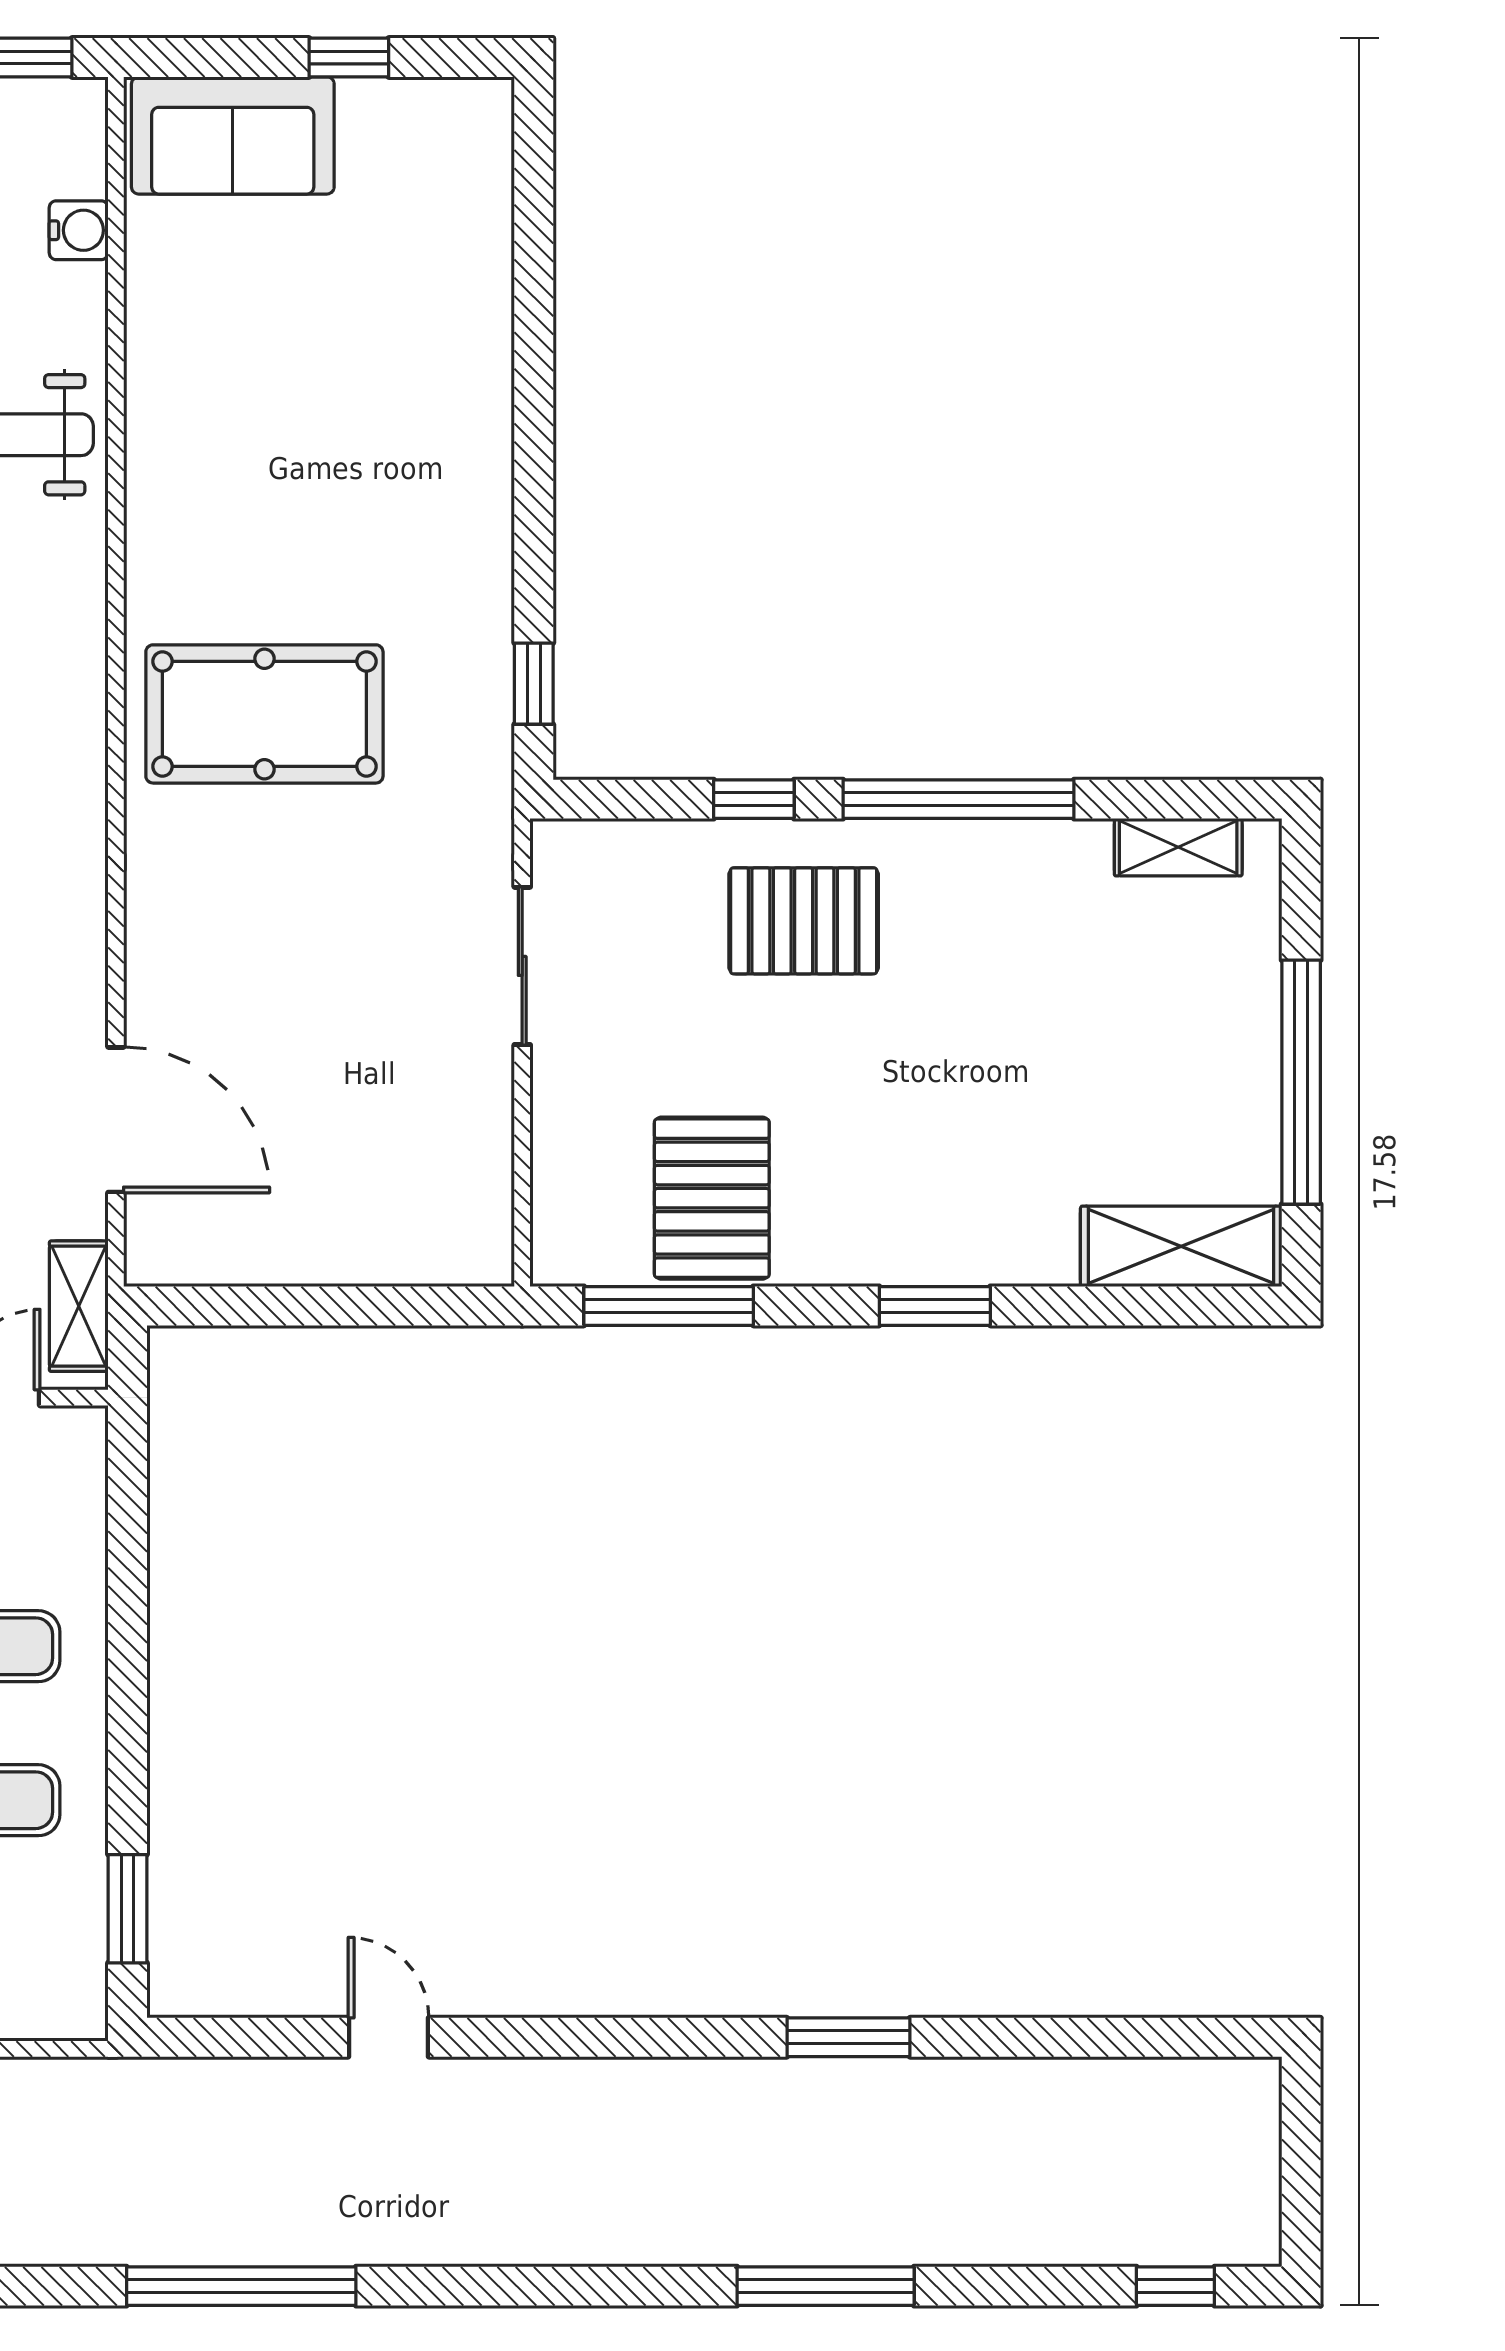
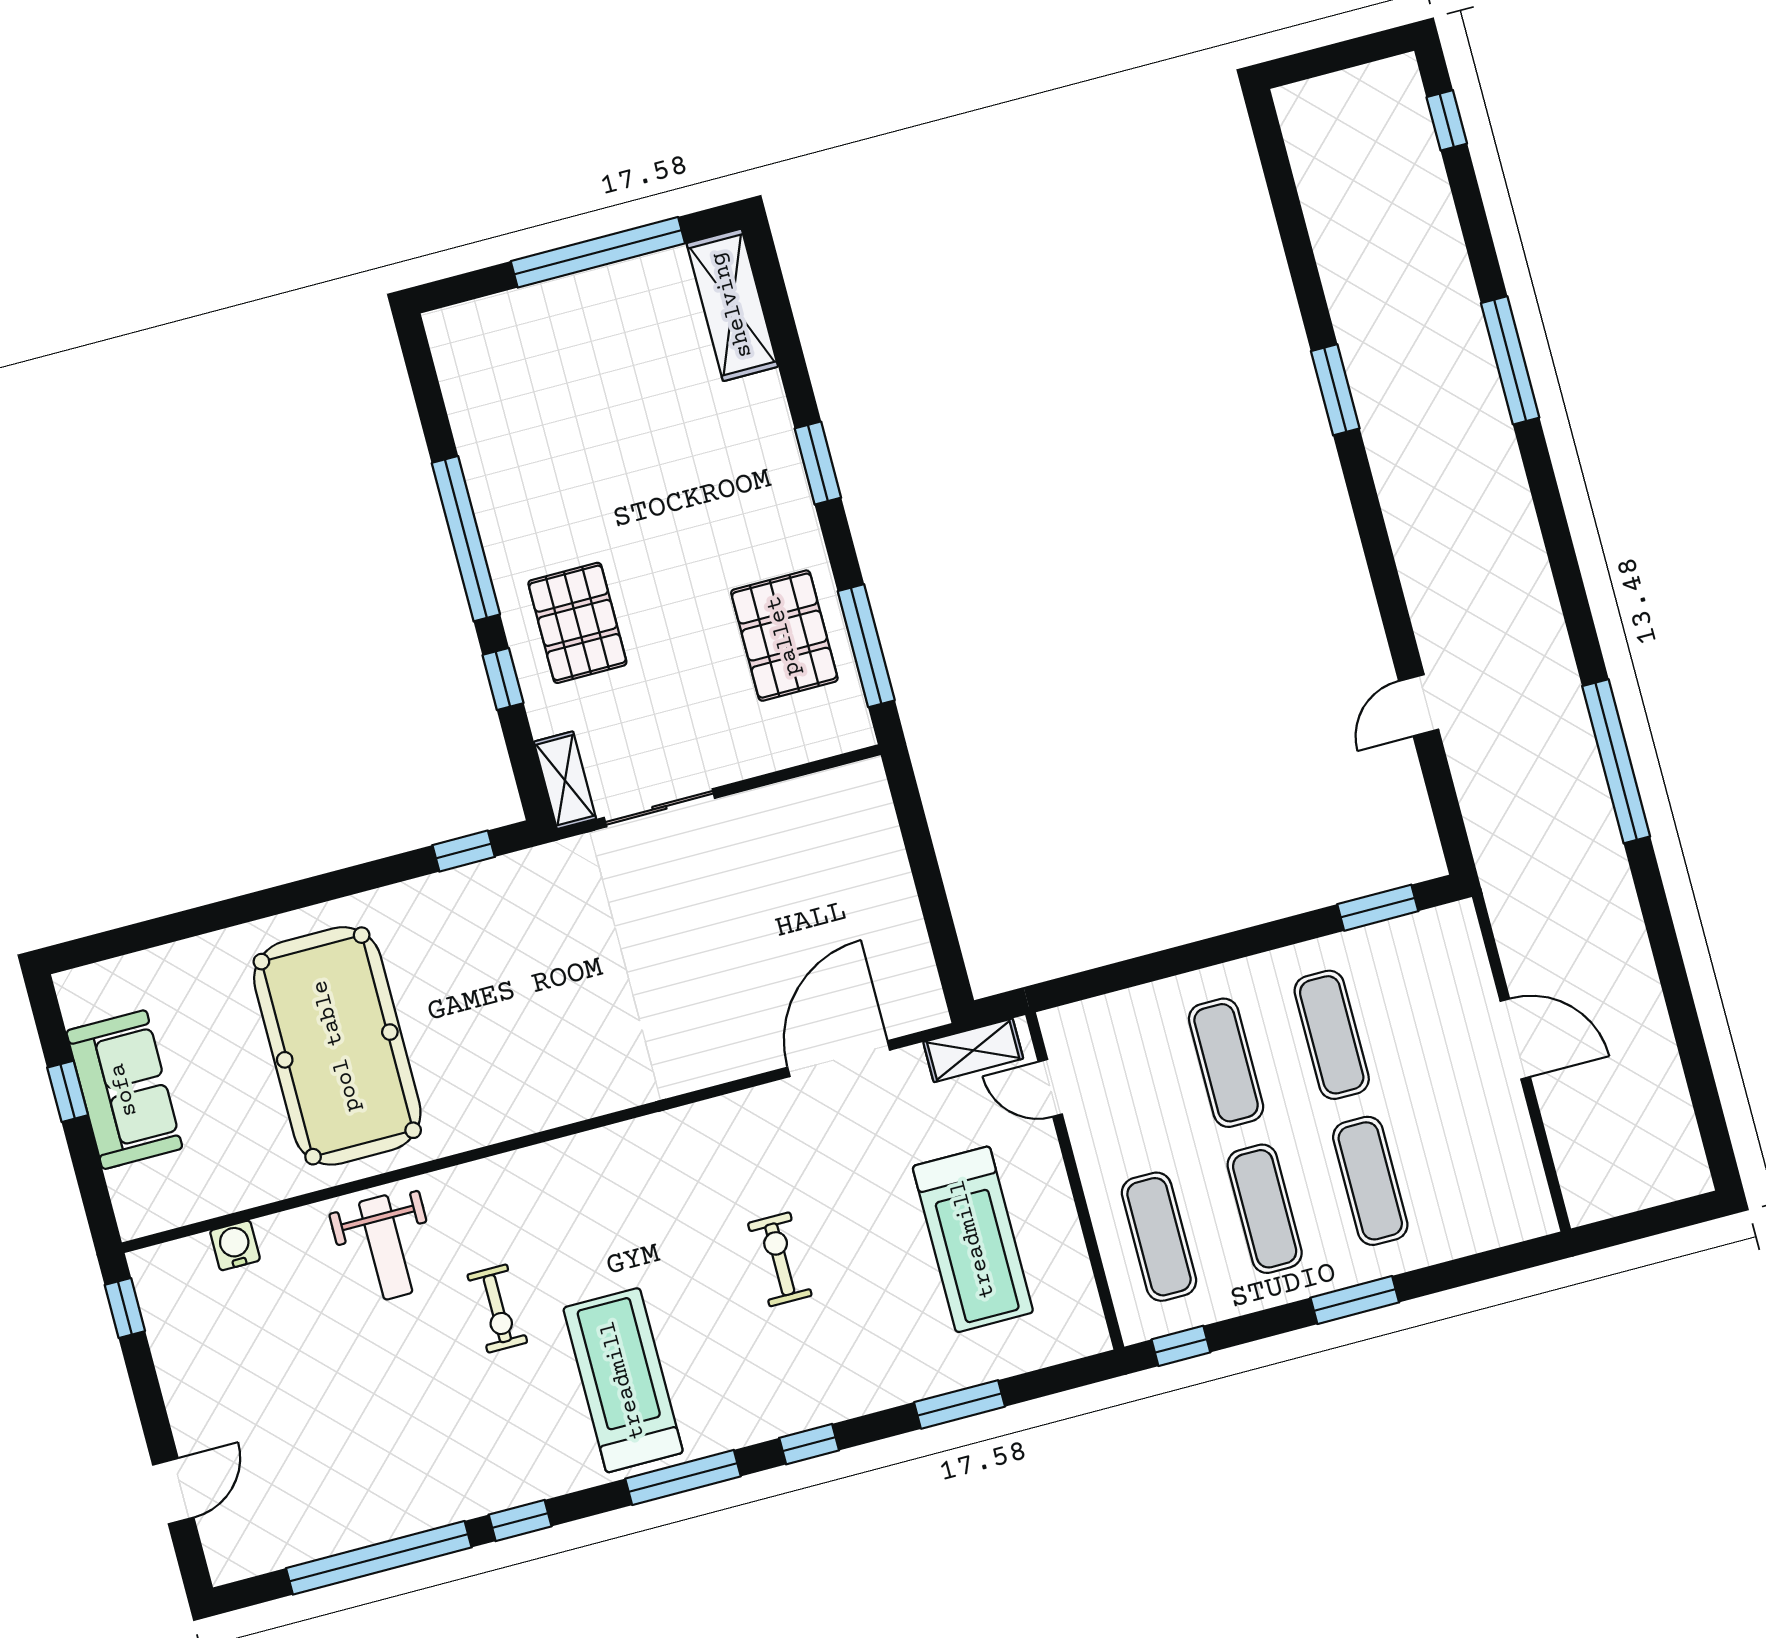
sofa: (233, 135) -> (124, 1090), moved
pool table: (264, 714) -> (337, 1046), moved, width x1.36, depth x1.32
shelving: (1178, 847) -> (565, 780), moved
pallet: (712, 1198) -> (784, 636), turned 90

